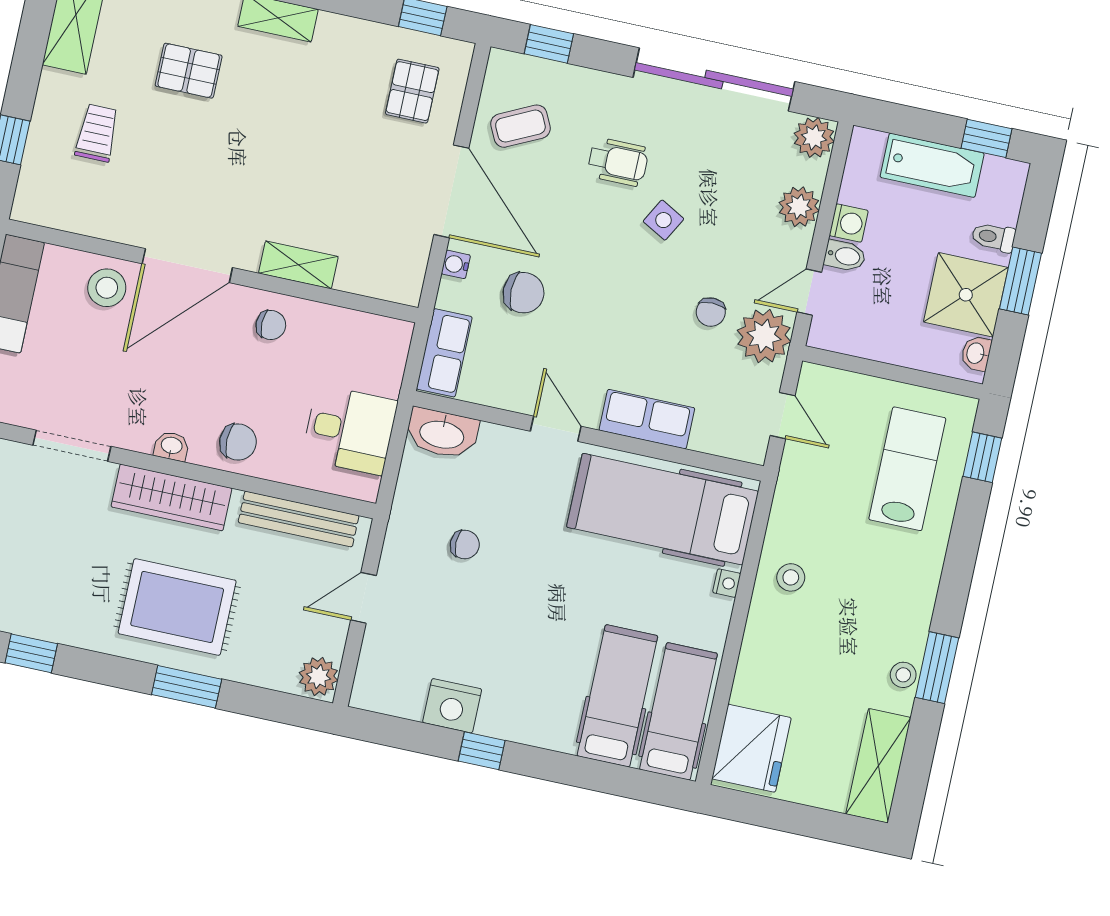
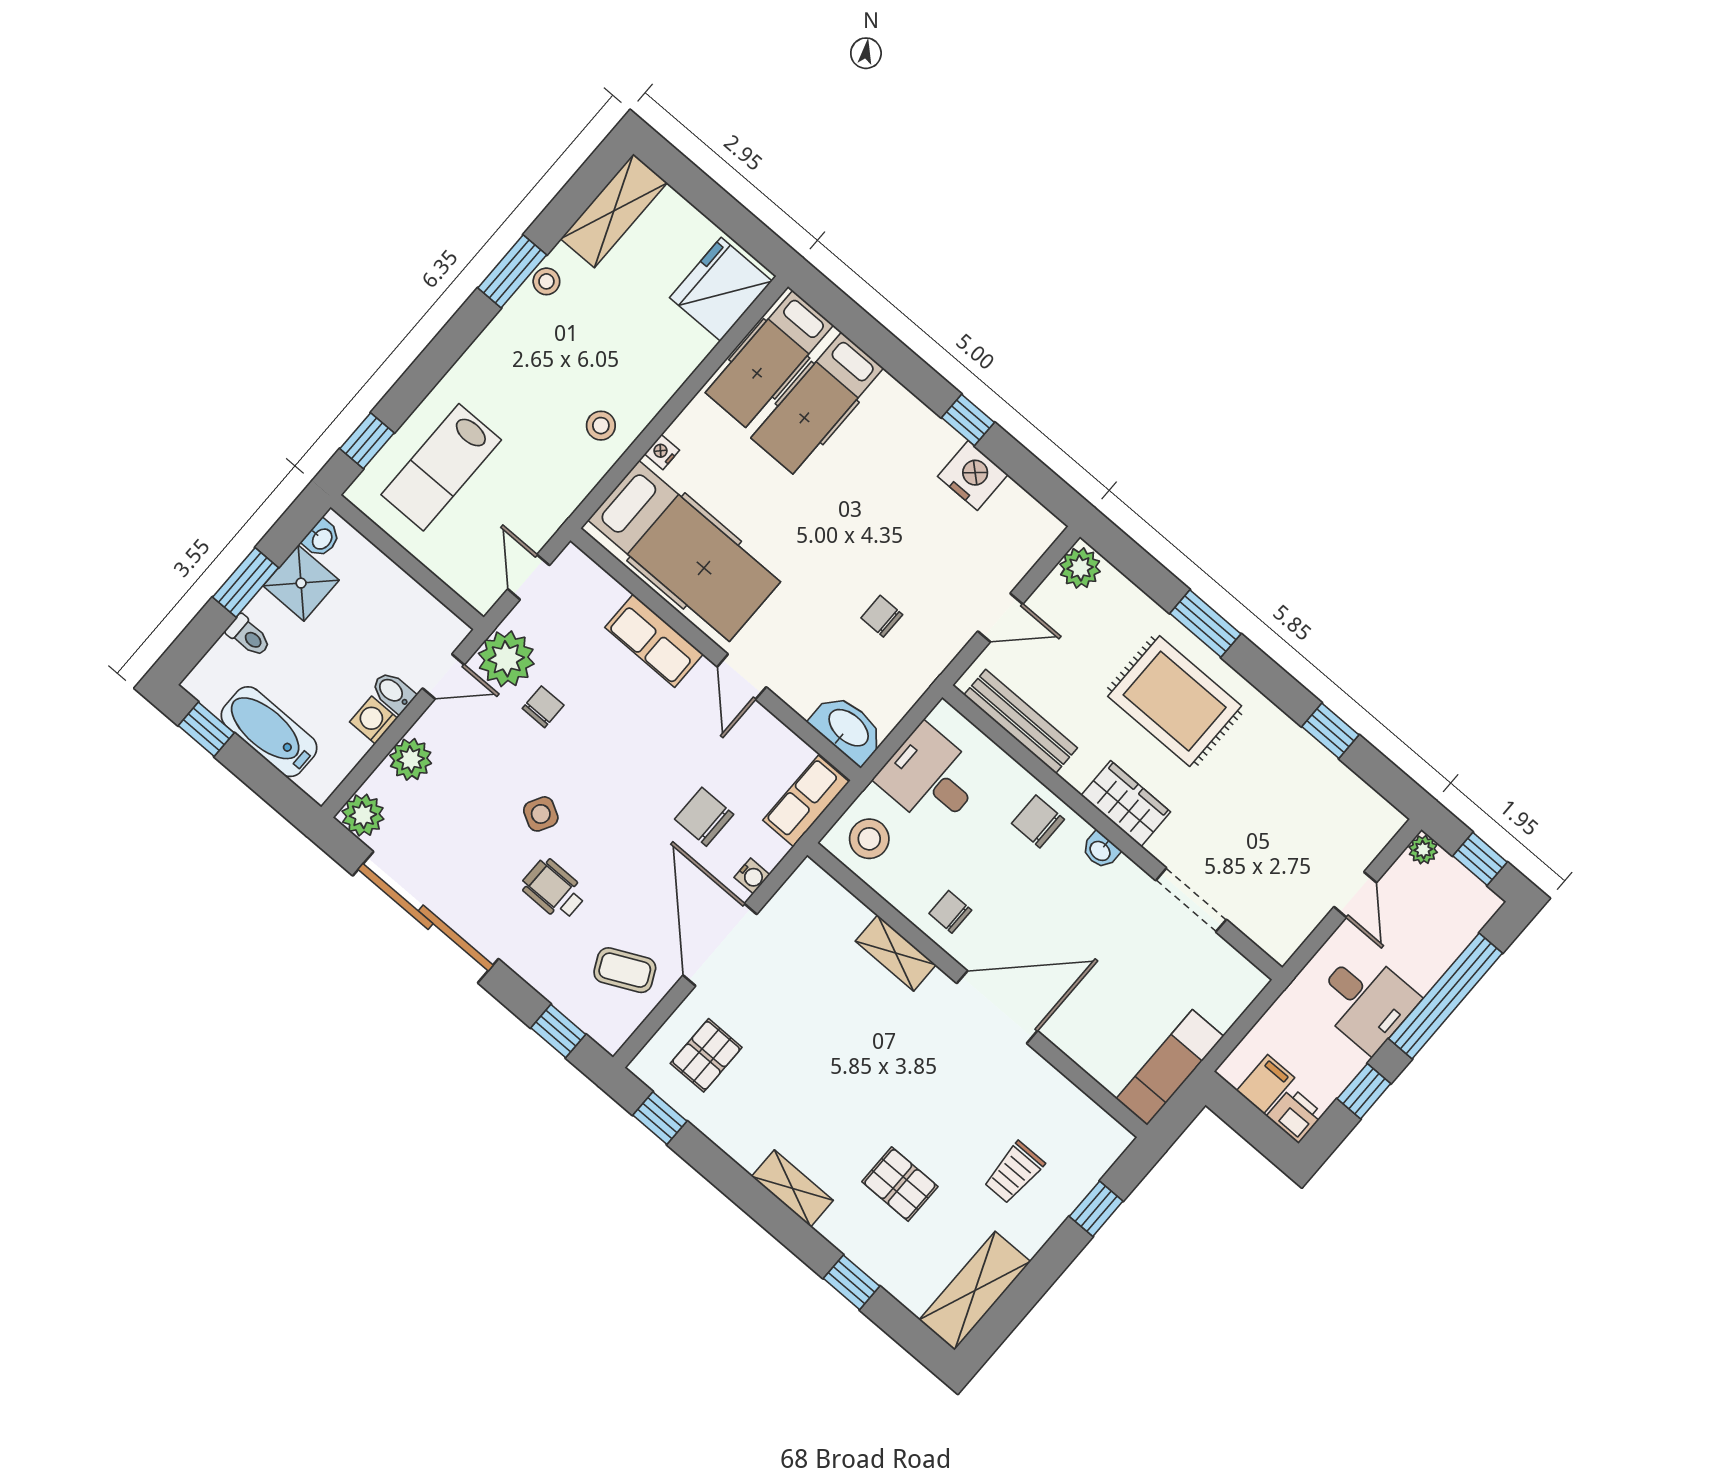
stool: (107, 288) -> (869, 839), moved
shower: (966, 295) -> (301, 583), width x0.73, depth x0.73
wardrobe: (172, 497) -> (1126, 804), width x0.67

